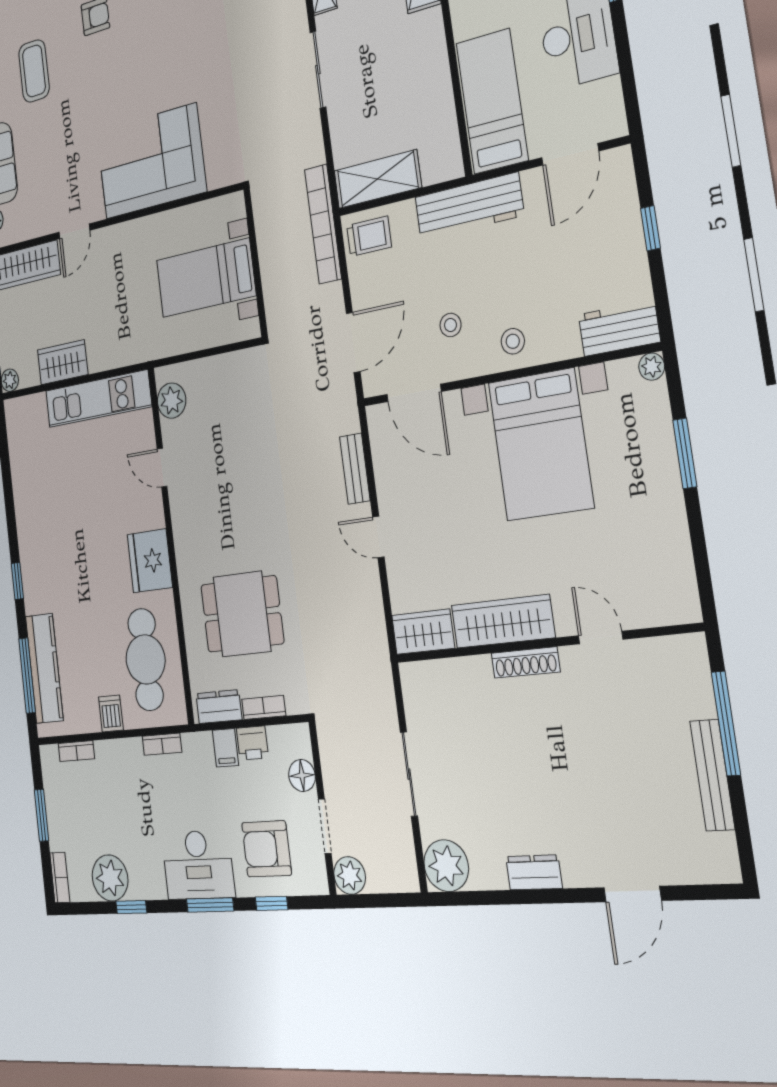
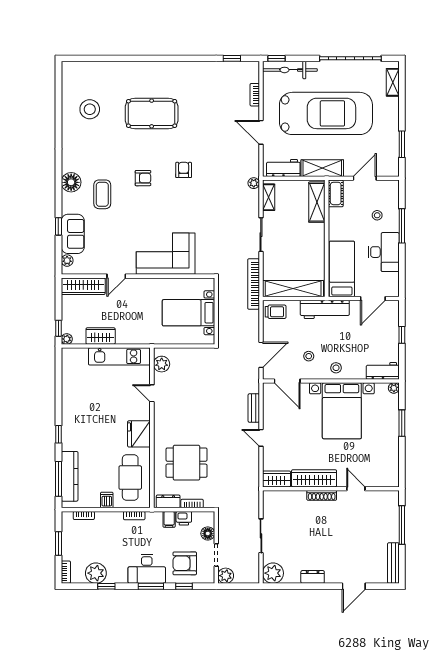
shelving: (377, 179) -> (293, 289), width x1.47
bookcase: (323, 224) -> (254, 284), moved
bench: (712, 775) -> (393, 563), moved

